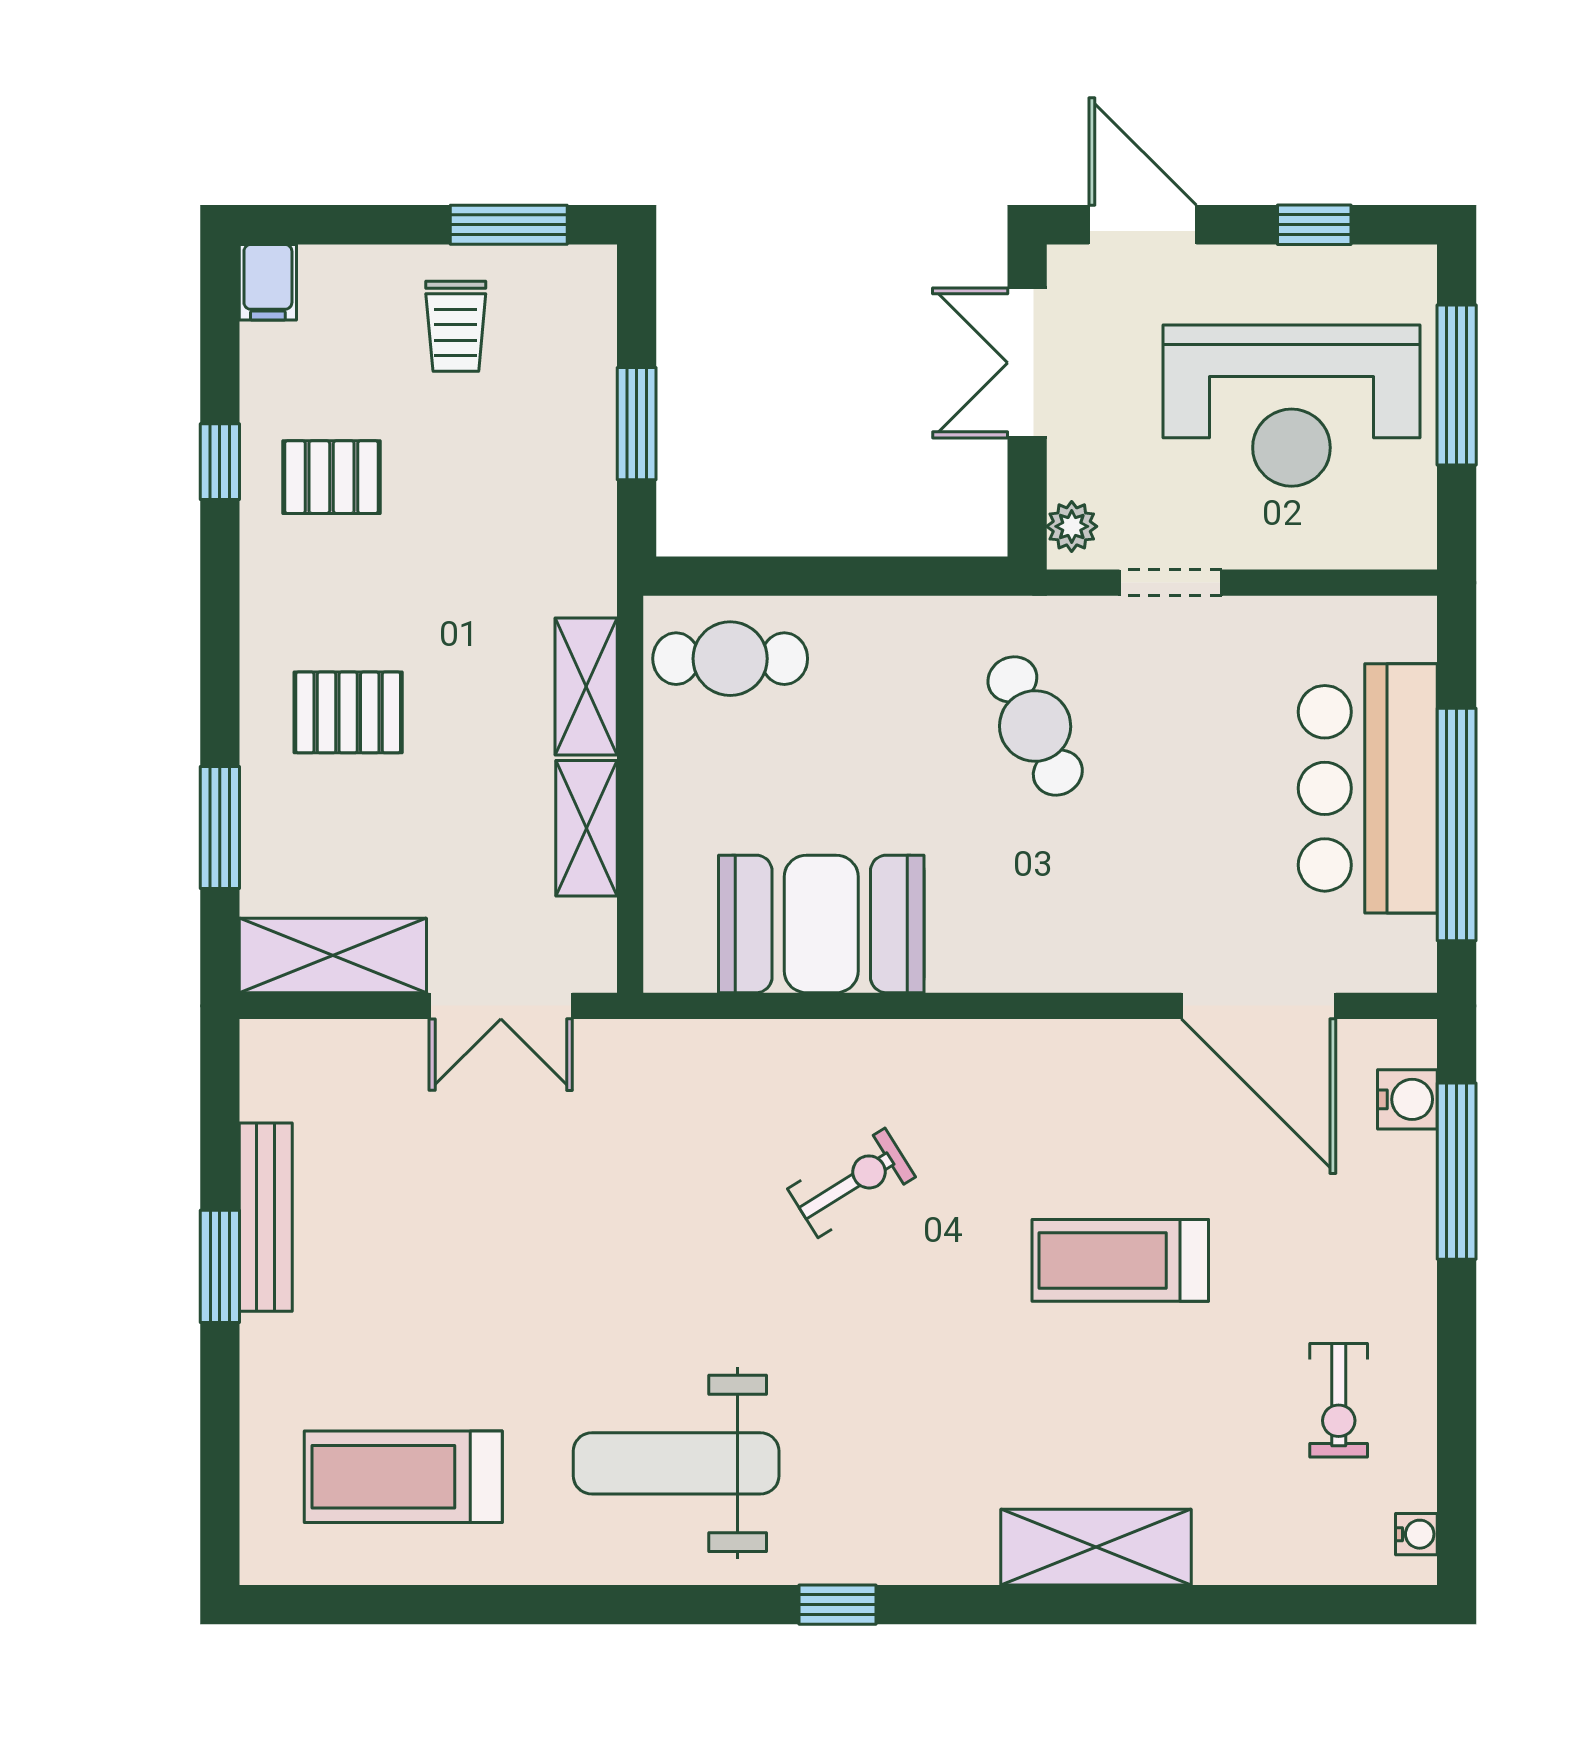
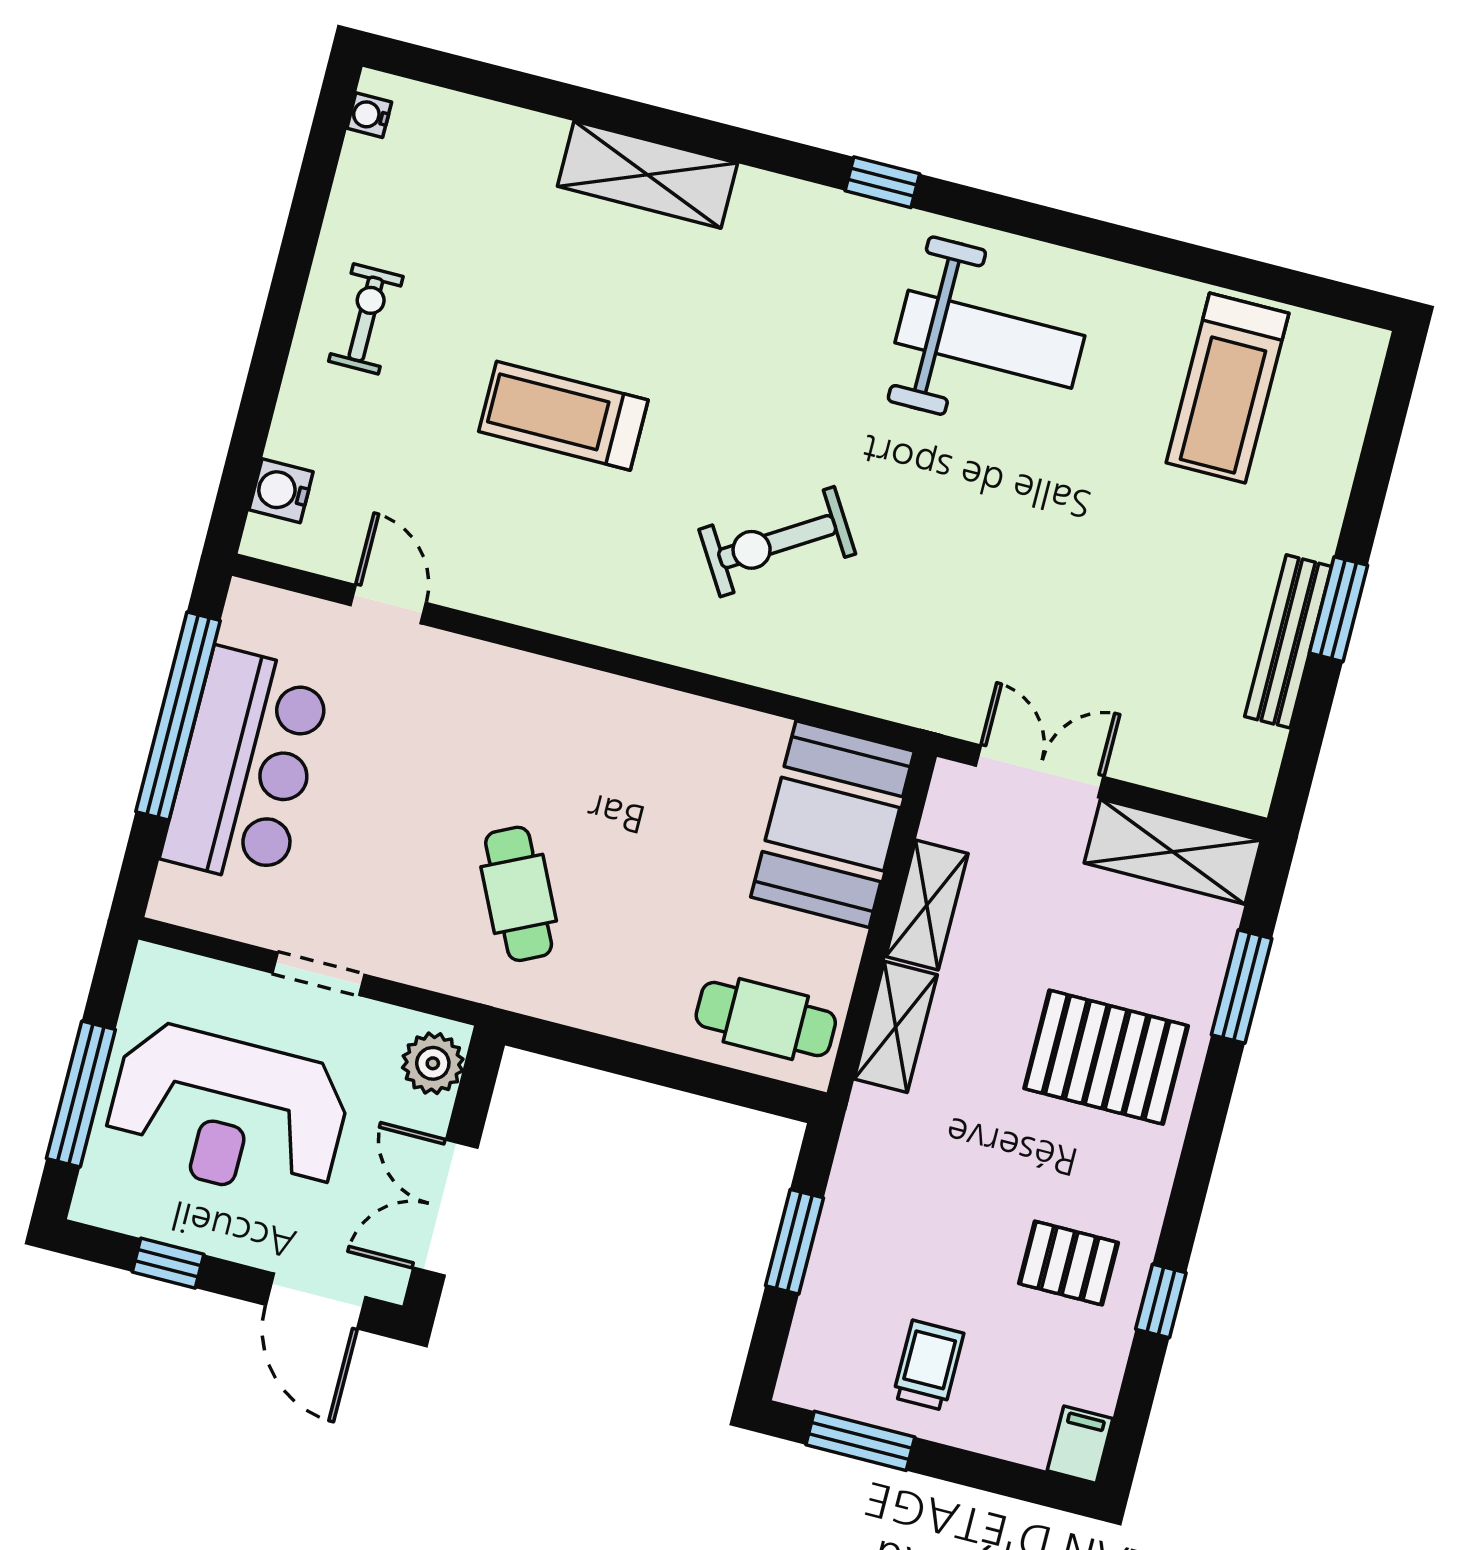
double door: (1027, 363) -> (445, 1208), swing flipped
reception desk: (1291, 406) -> (227, 1113), turned 180
plant: (1072, 526) -> (433, 1063), width x1.38, depth x1.38
doorway: (1170, 583) -> (318, 974), moved
pallet: (348, 712) -> (1106, 1057), width x1.50, depth x1.42
booth: (821, 924) -> (833, 824), moved, turned 90
door: (1259, 1006) -> (388, 604), width x0.53
window: (1457, 1171) -> (254, 418), removed
exercise bike: (851, 1183) -> (777, 542), width x1.38, depth x1.39
treadmill: (1120, 1260) -> (563, 416), turned 180
exercise bike: (1339, 1400) -> (366, 319), moved
treadmill: (403, 1477) -> (1227, 388), turned 90

